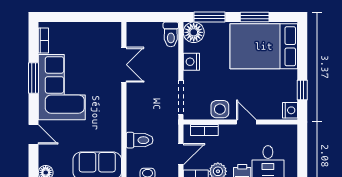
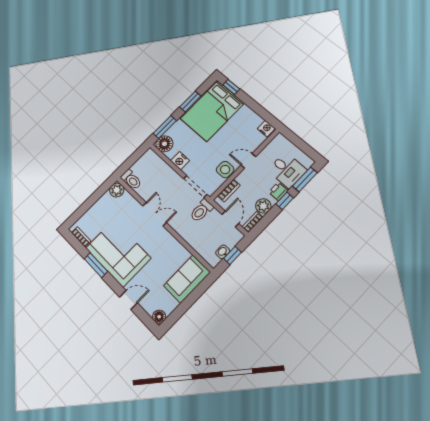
plant: (113, 31) -> (117, 190), added
toilet: (171, 34) -> (131, 180), moved
double door: (124, 65) -> (155, 214), moved
window: (302, 90) -> (231, 87), moved
toilet: (140, 140) -> (201, 211), moved, turned 180

